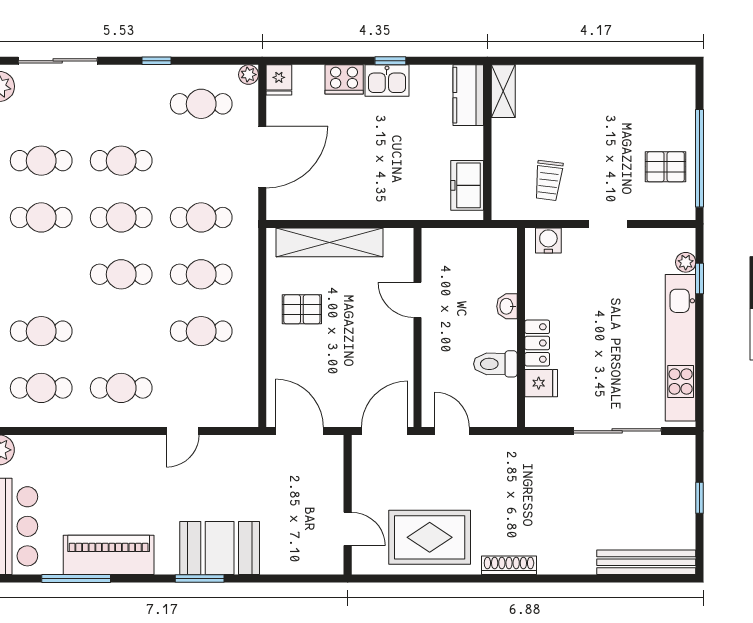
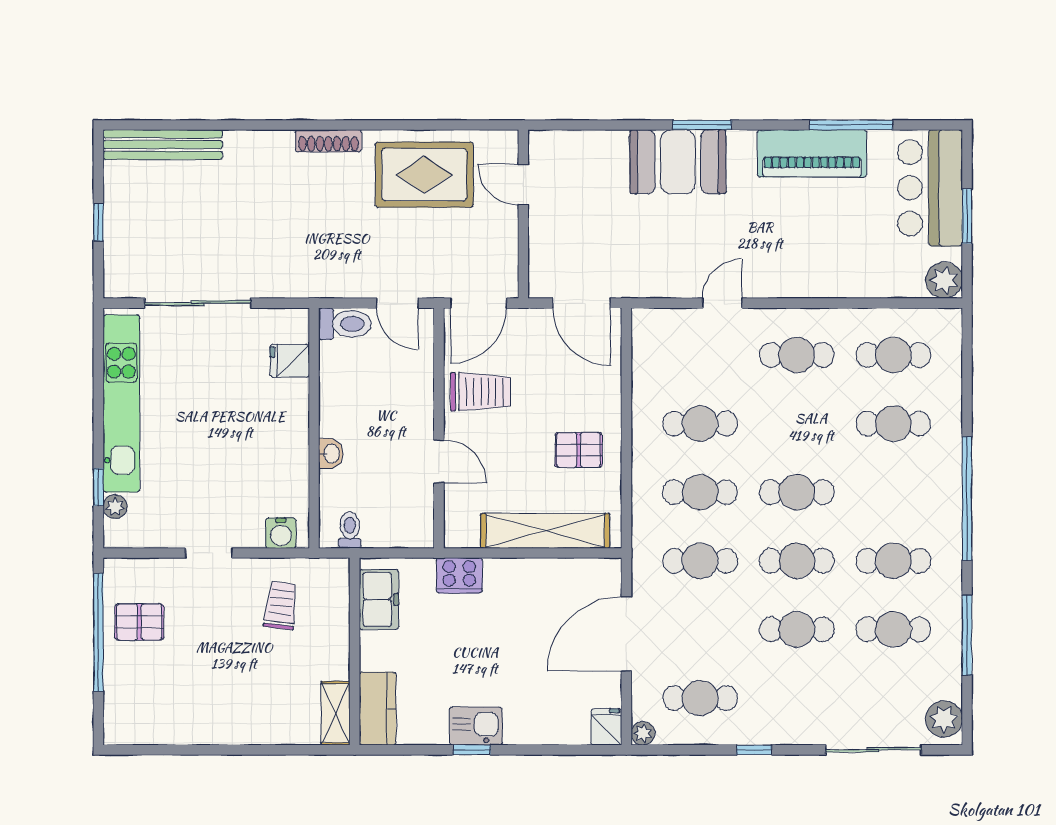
cooker: (344, 79) -> (459, 575), moved, turned 180
toilet: (491, 243) -> (350, 530), added
locker: (537, 343) -> (294, 409), removed
trolley: (383, 357) -> (480, 392), added
toilet: (495, 364) -> (345, 324), moved

